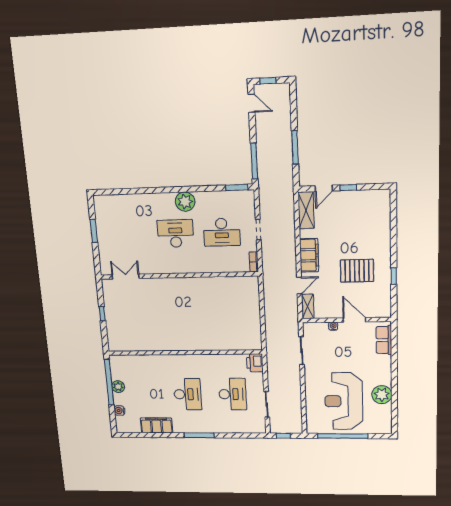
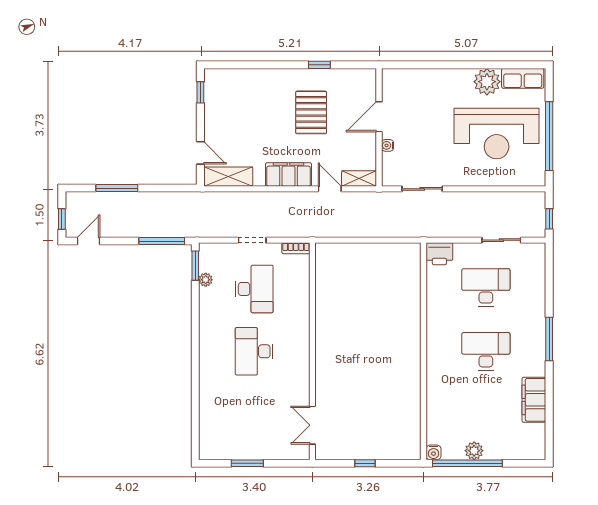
window: (295, 147) -> (117, 188), moved
window: (348, 188) -> (200, 92), moved
plant: (185, 202) -> (206, 280), moved, width x0.53, depth x0.53
row of seats: (384, 340) -> (523, 78), moved
water cooler: (119, 411) -> (433, 452), moved

